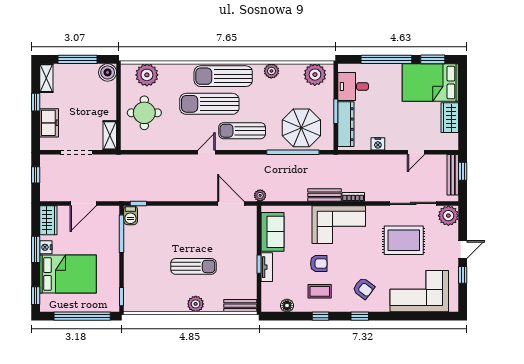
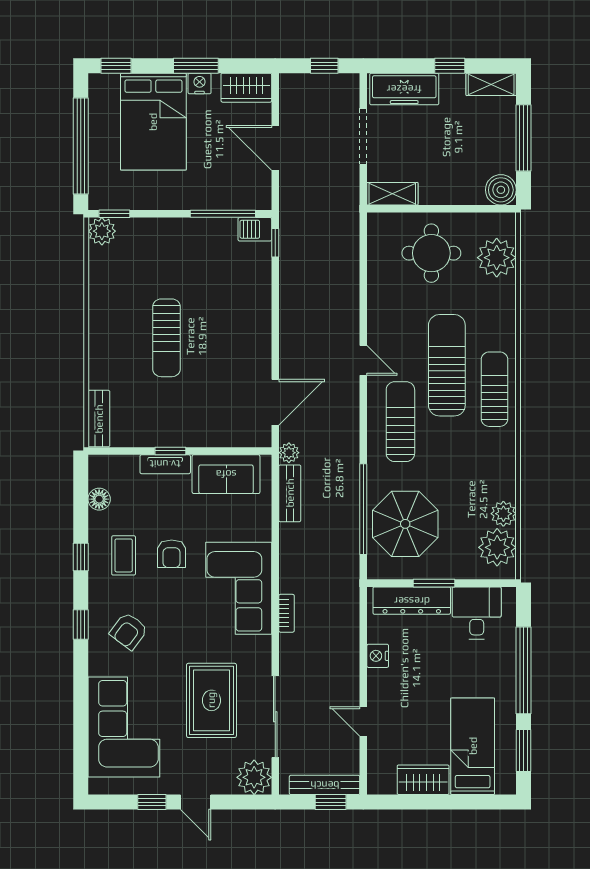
plant: (271, 71) -> (503, 514), moved
sun lounger: (223, 76) -> (494, 389), width x0.73, depth x0.75
bed: (430, 83) -> (473, 746), width x0.67
freezer: (49, 123) -> (404, 89), width x1.40
bench: (324, 195) -> (290, 493), moved
plant: (196, 304) -> (102, 231), moved

